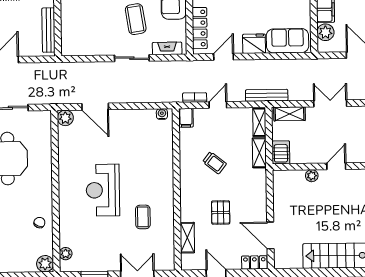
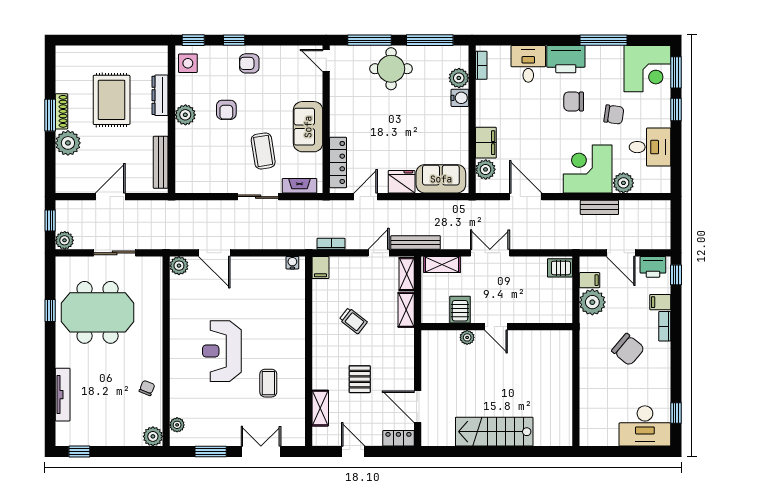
door: (218, 105) -> (379, 253), moved
server rack: (281, 152) -> (460, 310), moved
door: (336, 166) -> (496, 327), swing flipped

